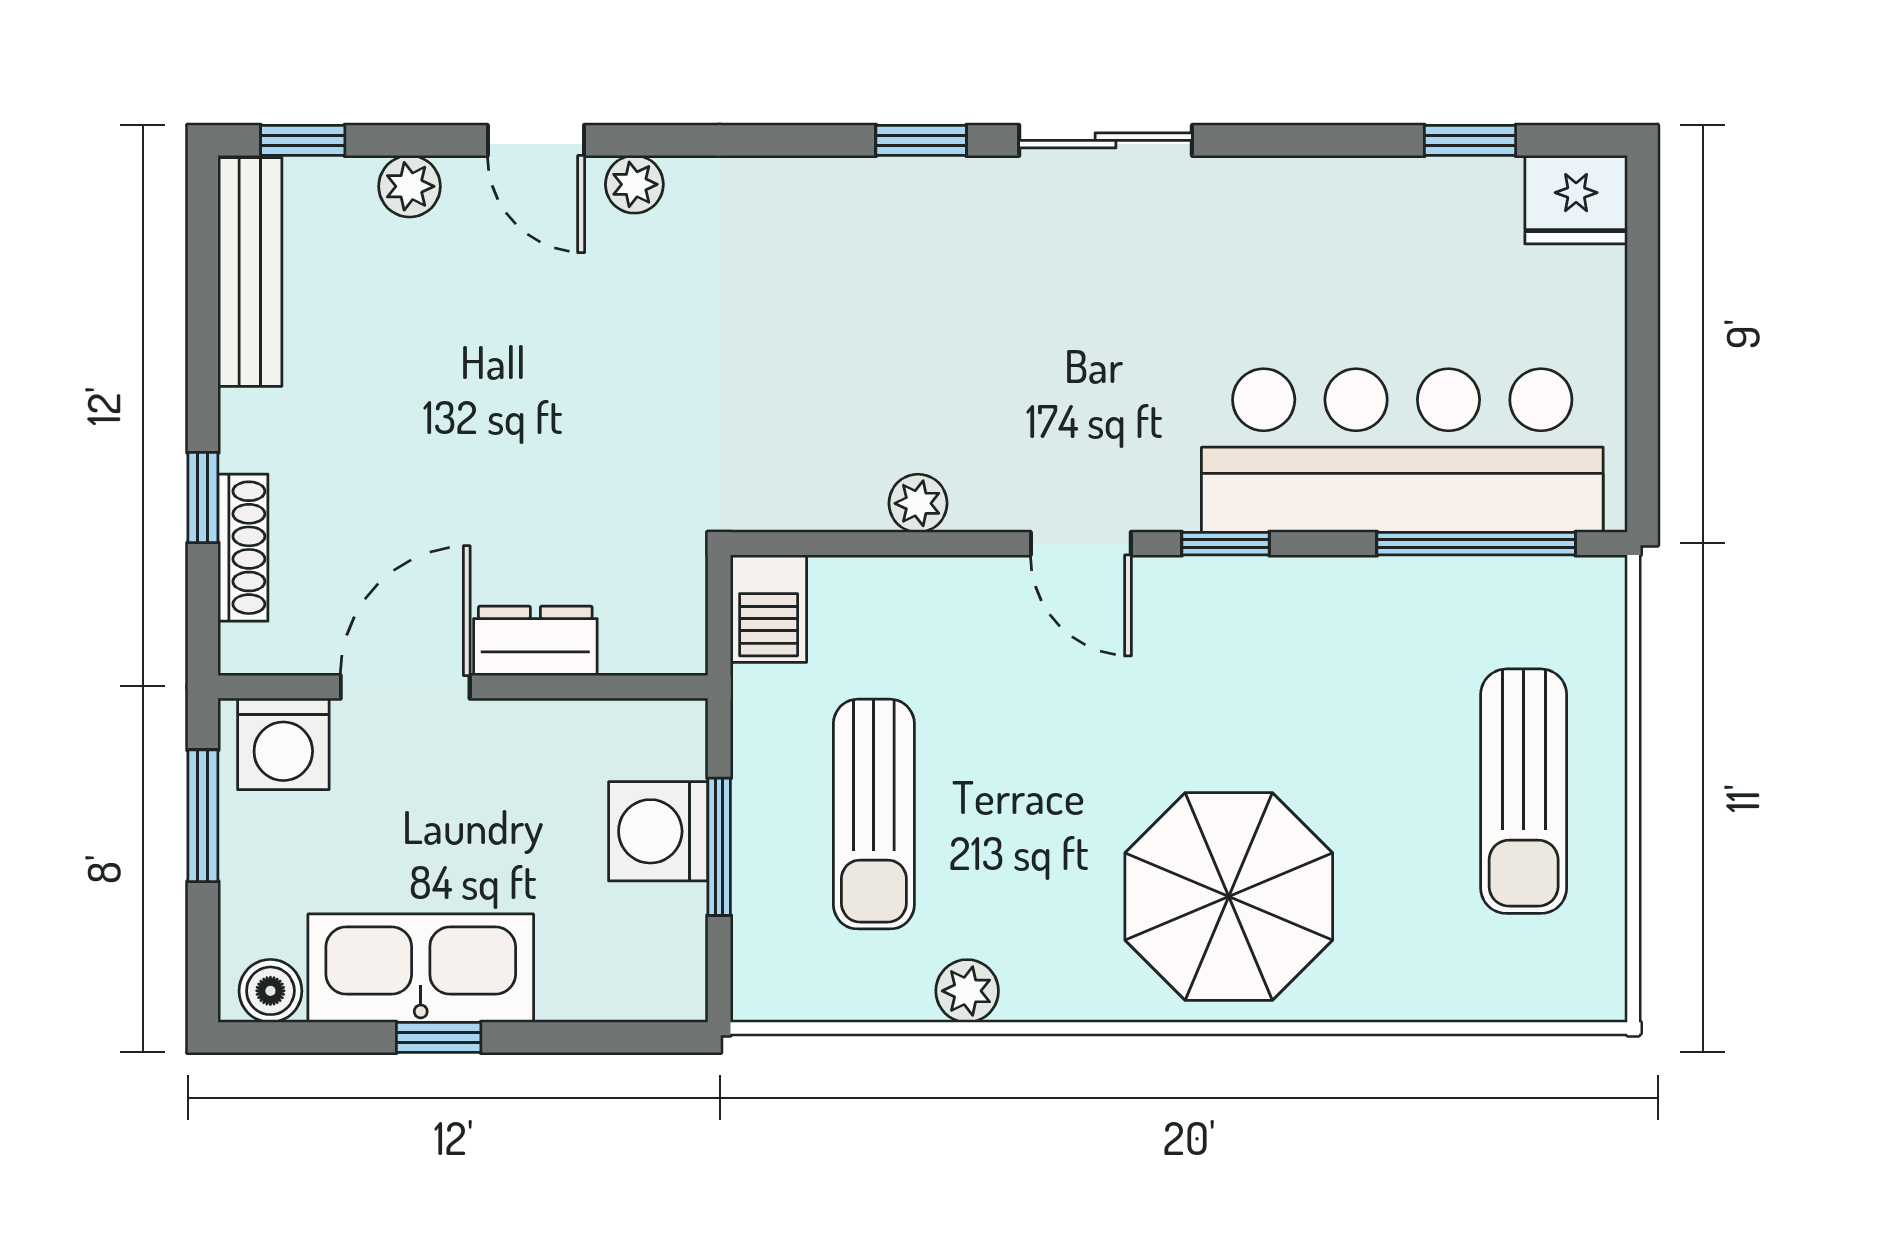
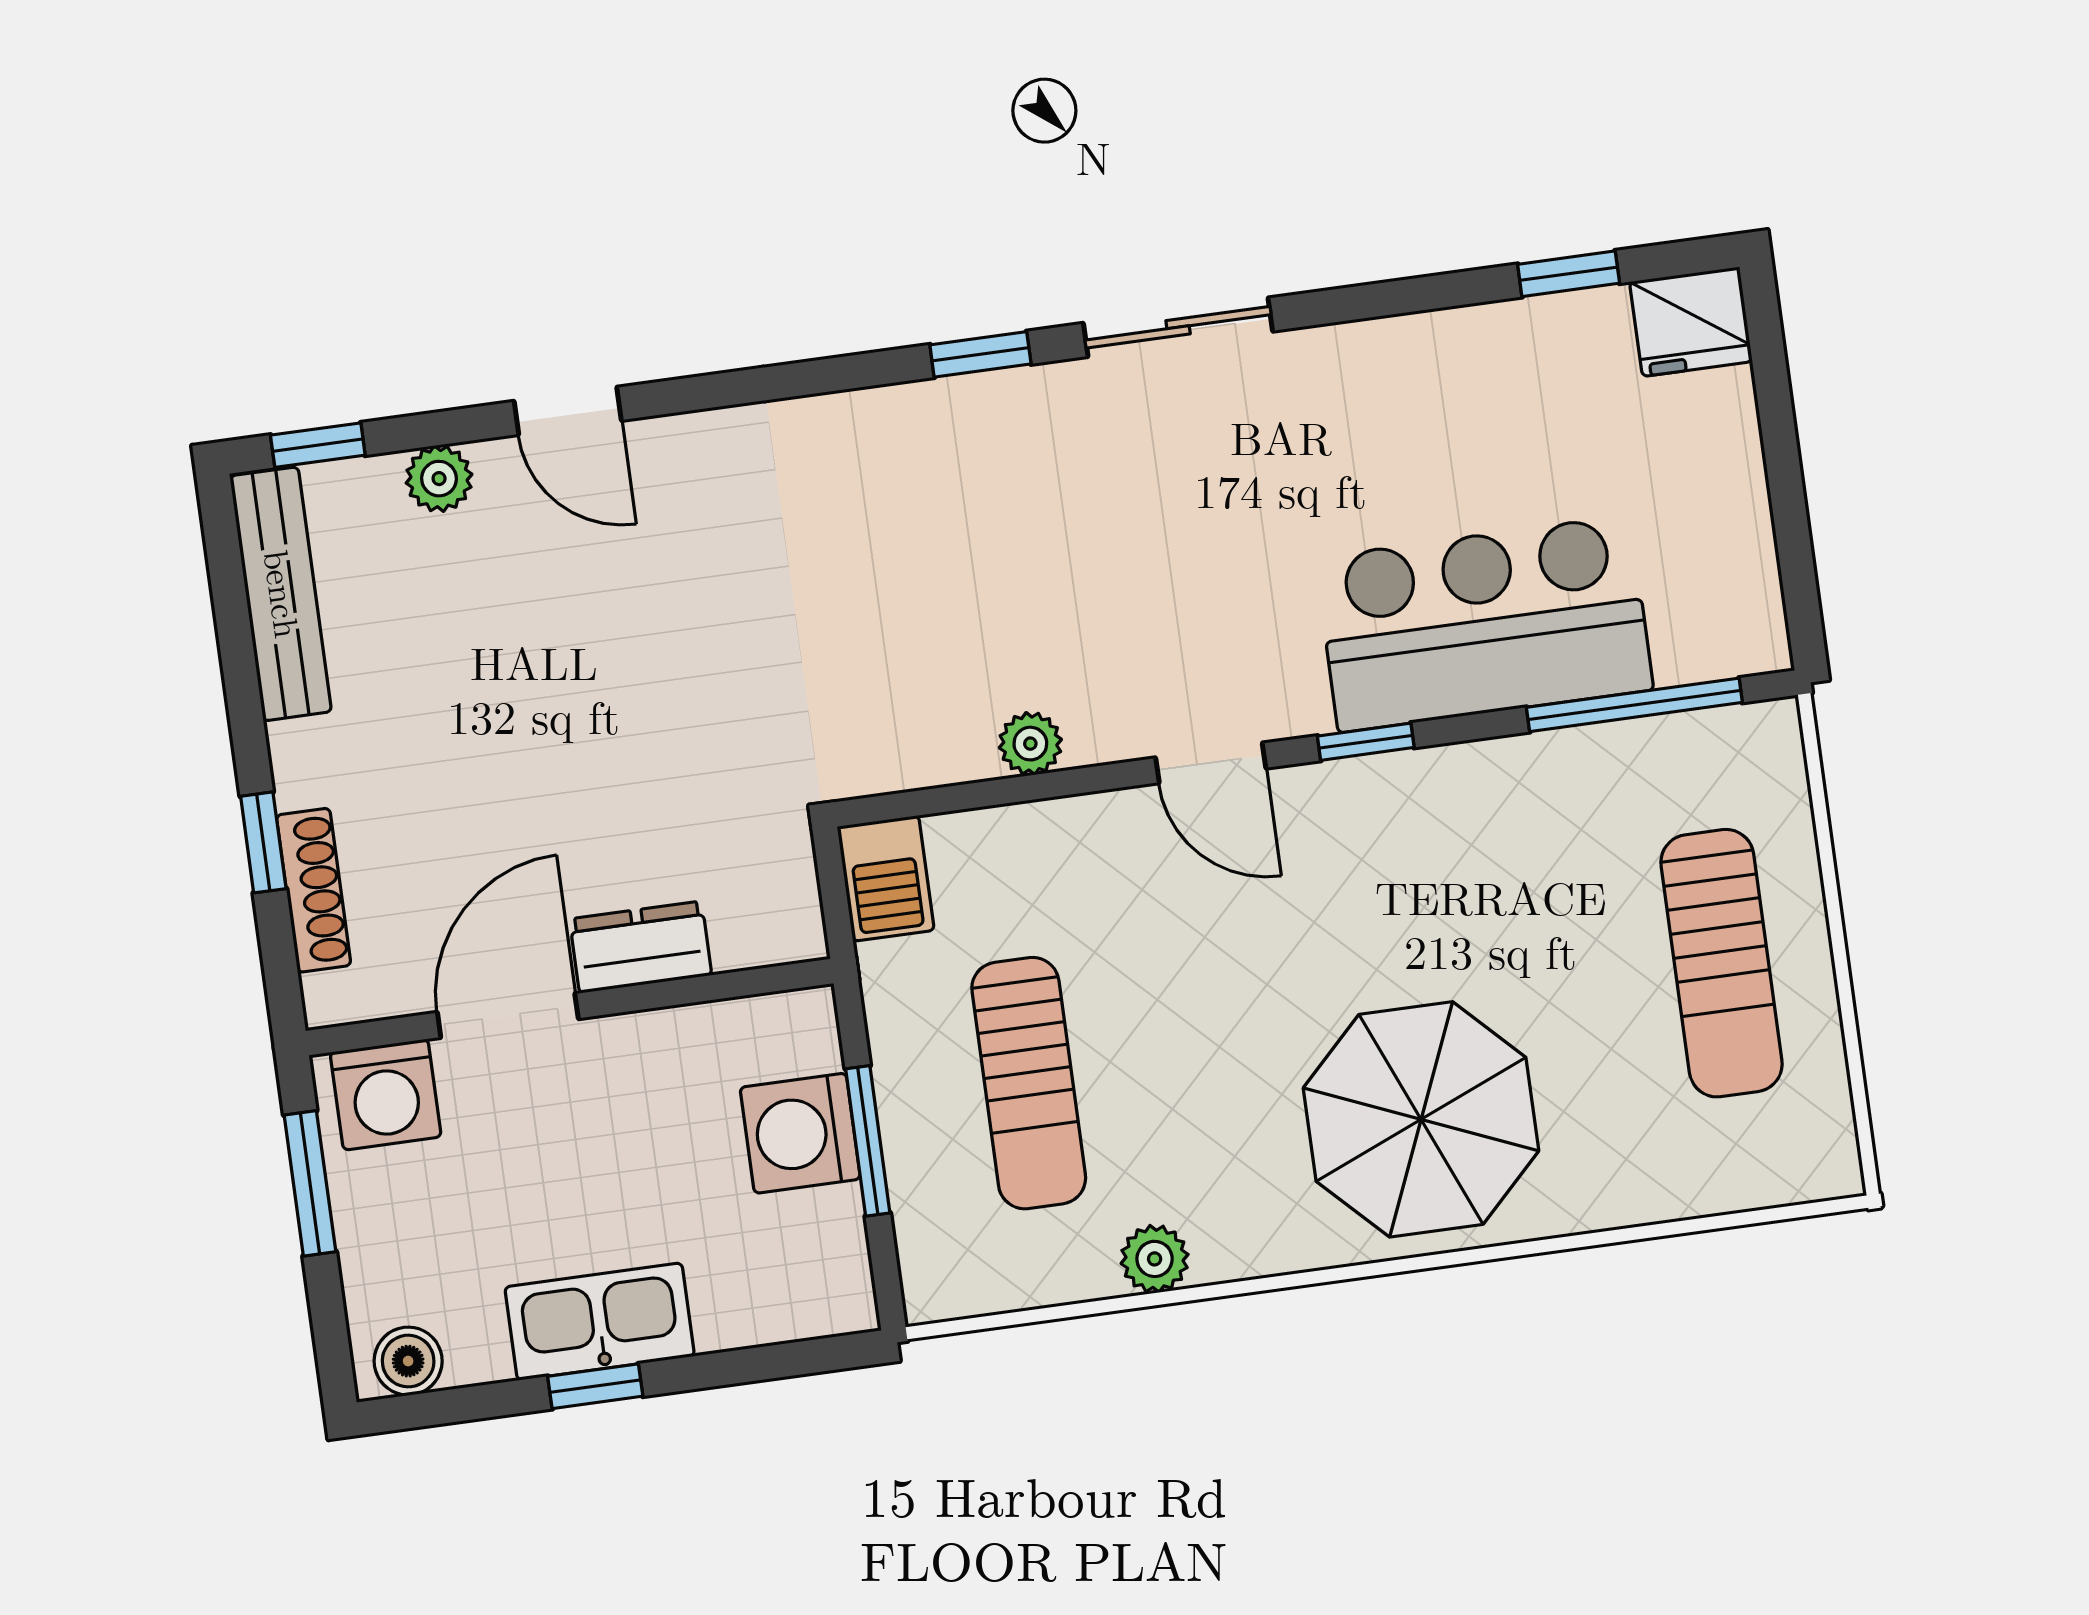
plant: (634, 184) -> (680, 444), removed
bar counter: (1402, 450) -> (1484, 624), width x0.73
kitchen sink: (421, 968) -> (600, 1322), width x0.73, depth x0.81

